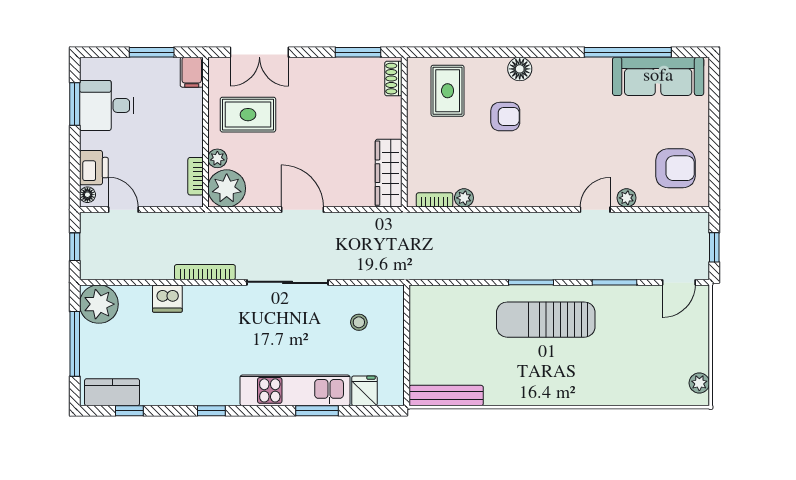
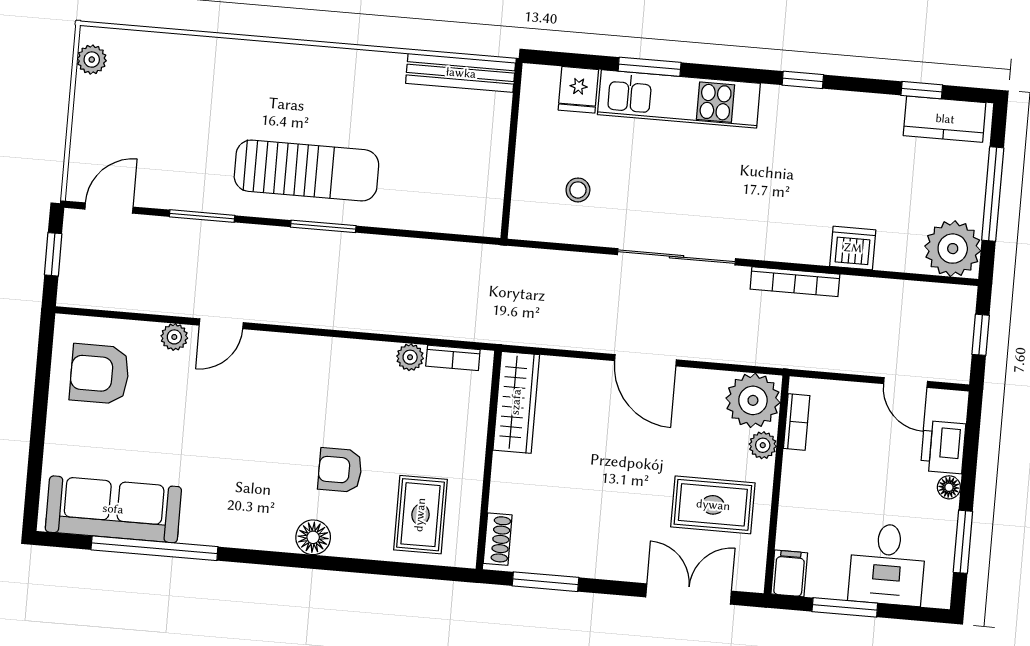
desk: (107, 105) -> (887, 564), moved, turned 90
floor lamp: (87, 195) -> (949, 487), moved

